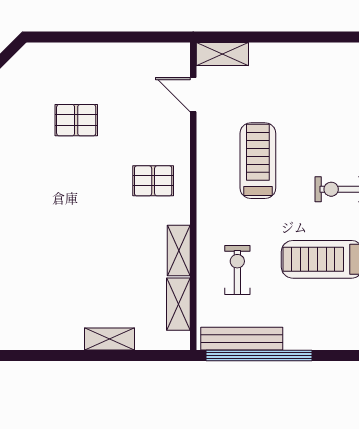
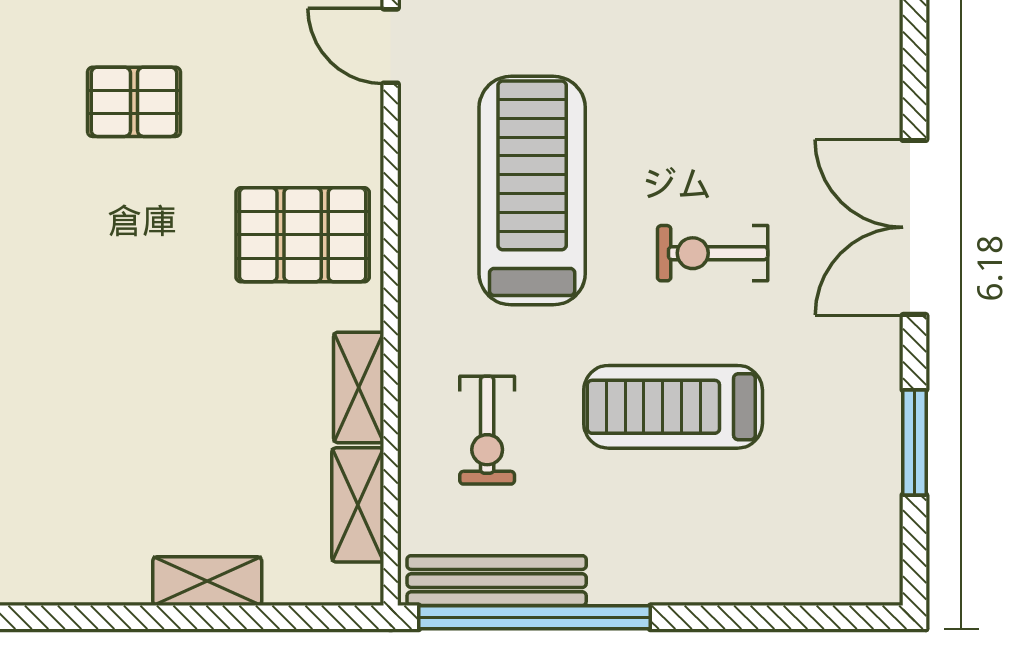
treadmill: (258, 161) -> (532, 191), width x1.37, depth x1.38
pallet: (153, 181) -> (303, 235), width x1.50, depth x1.42
exercise bike: (237, 270) -> (487, 430), turned 180

